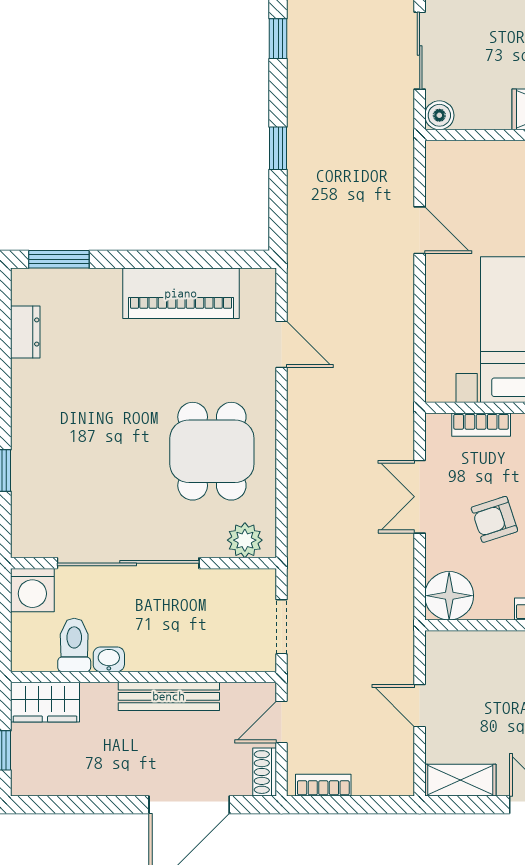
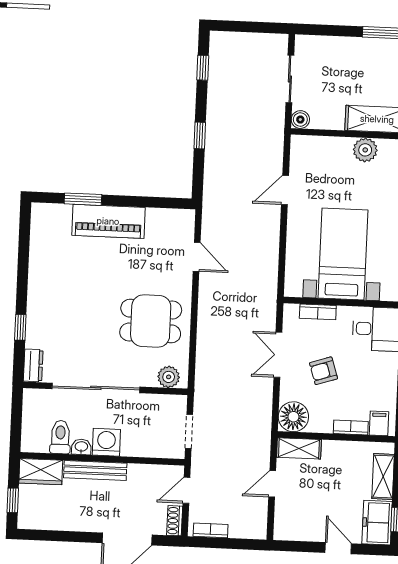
door: (420, 230) -> (285, 190), swing flipped
window: (59, 259) -> (83, 199), moved
piano: (181, 293) -> (108, 221), moved
dresser: (25, 332) -> (33, 365), moved
dining table: (212, 451) -> (151, 321), turned 90
washing machine: (32, 590) -> (106, 442), moved, turned 180
bench: (169, 696) -> (95, 470), moved
door: (420, 706) -> (272, 484), hinge flipped
shelving: (460, 780) -> (299, 448), moved

